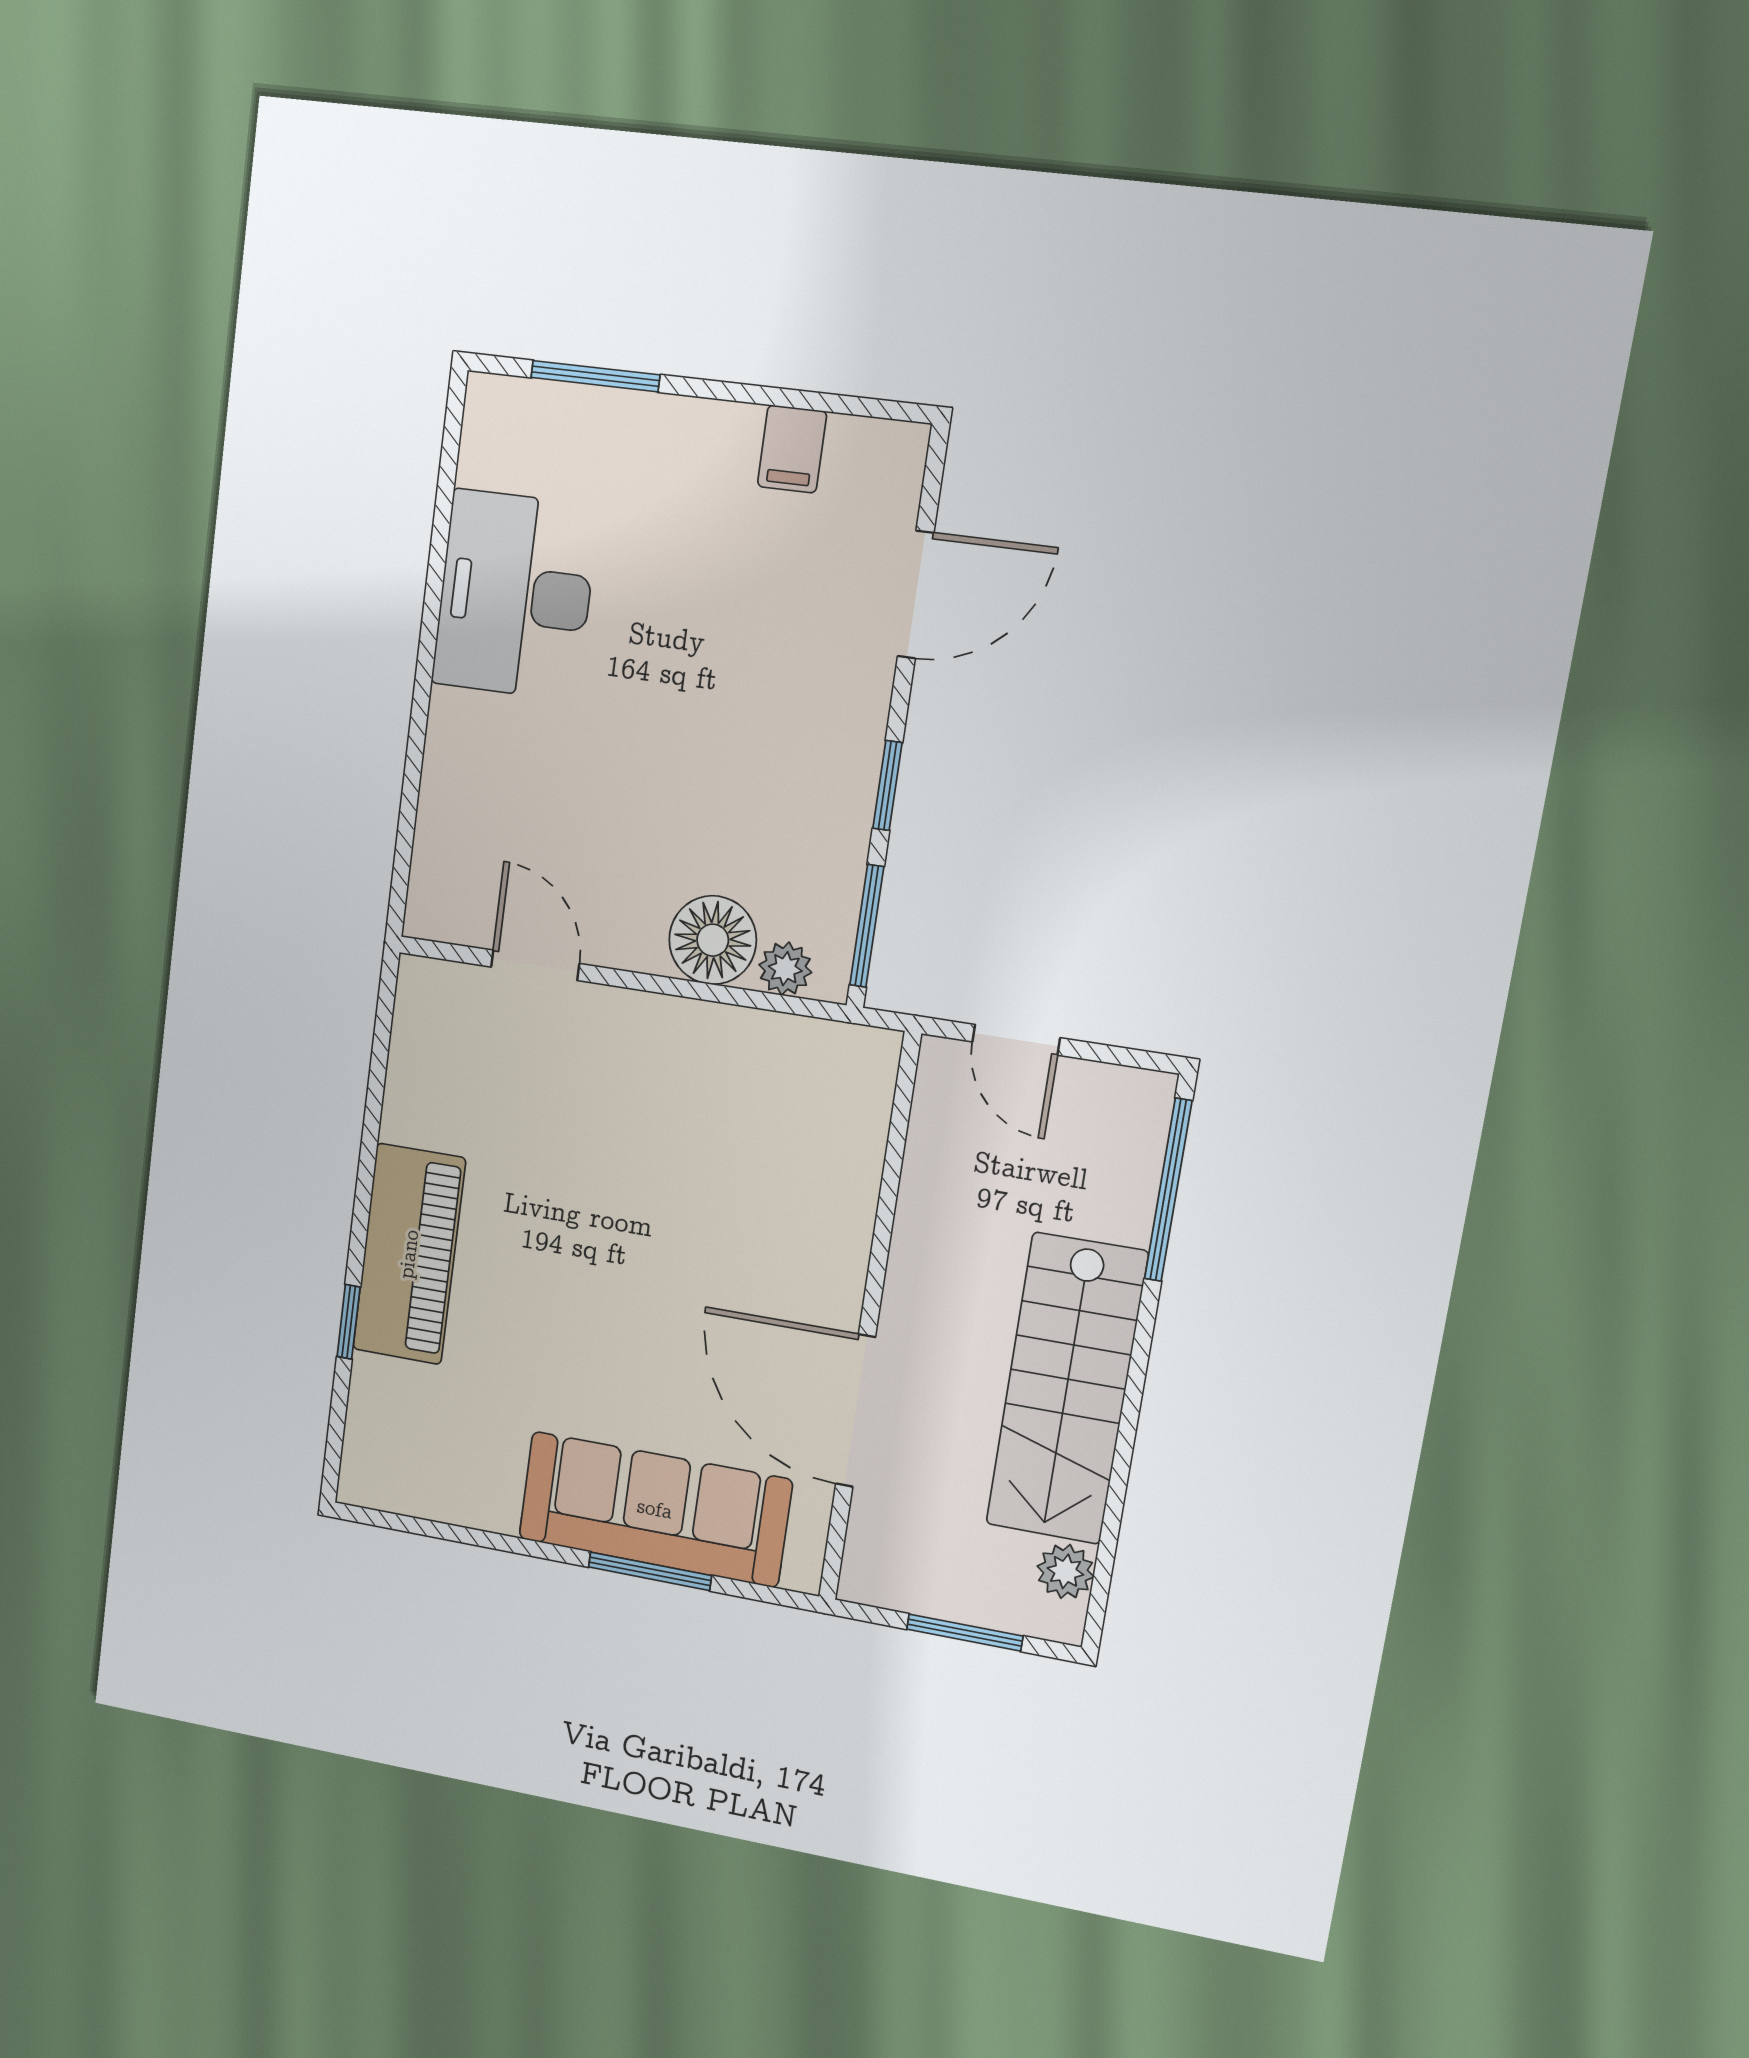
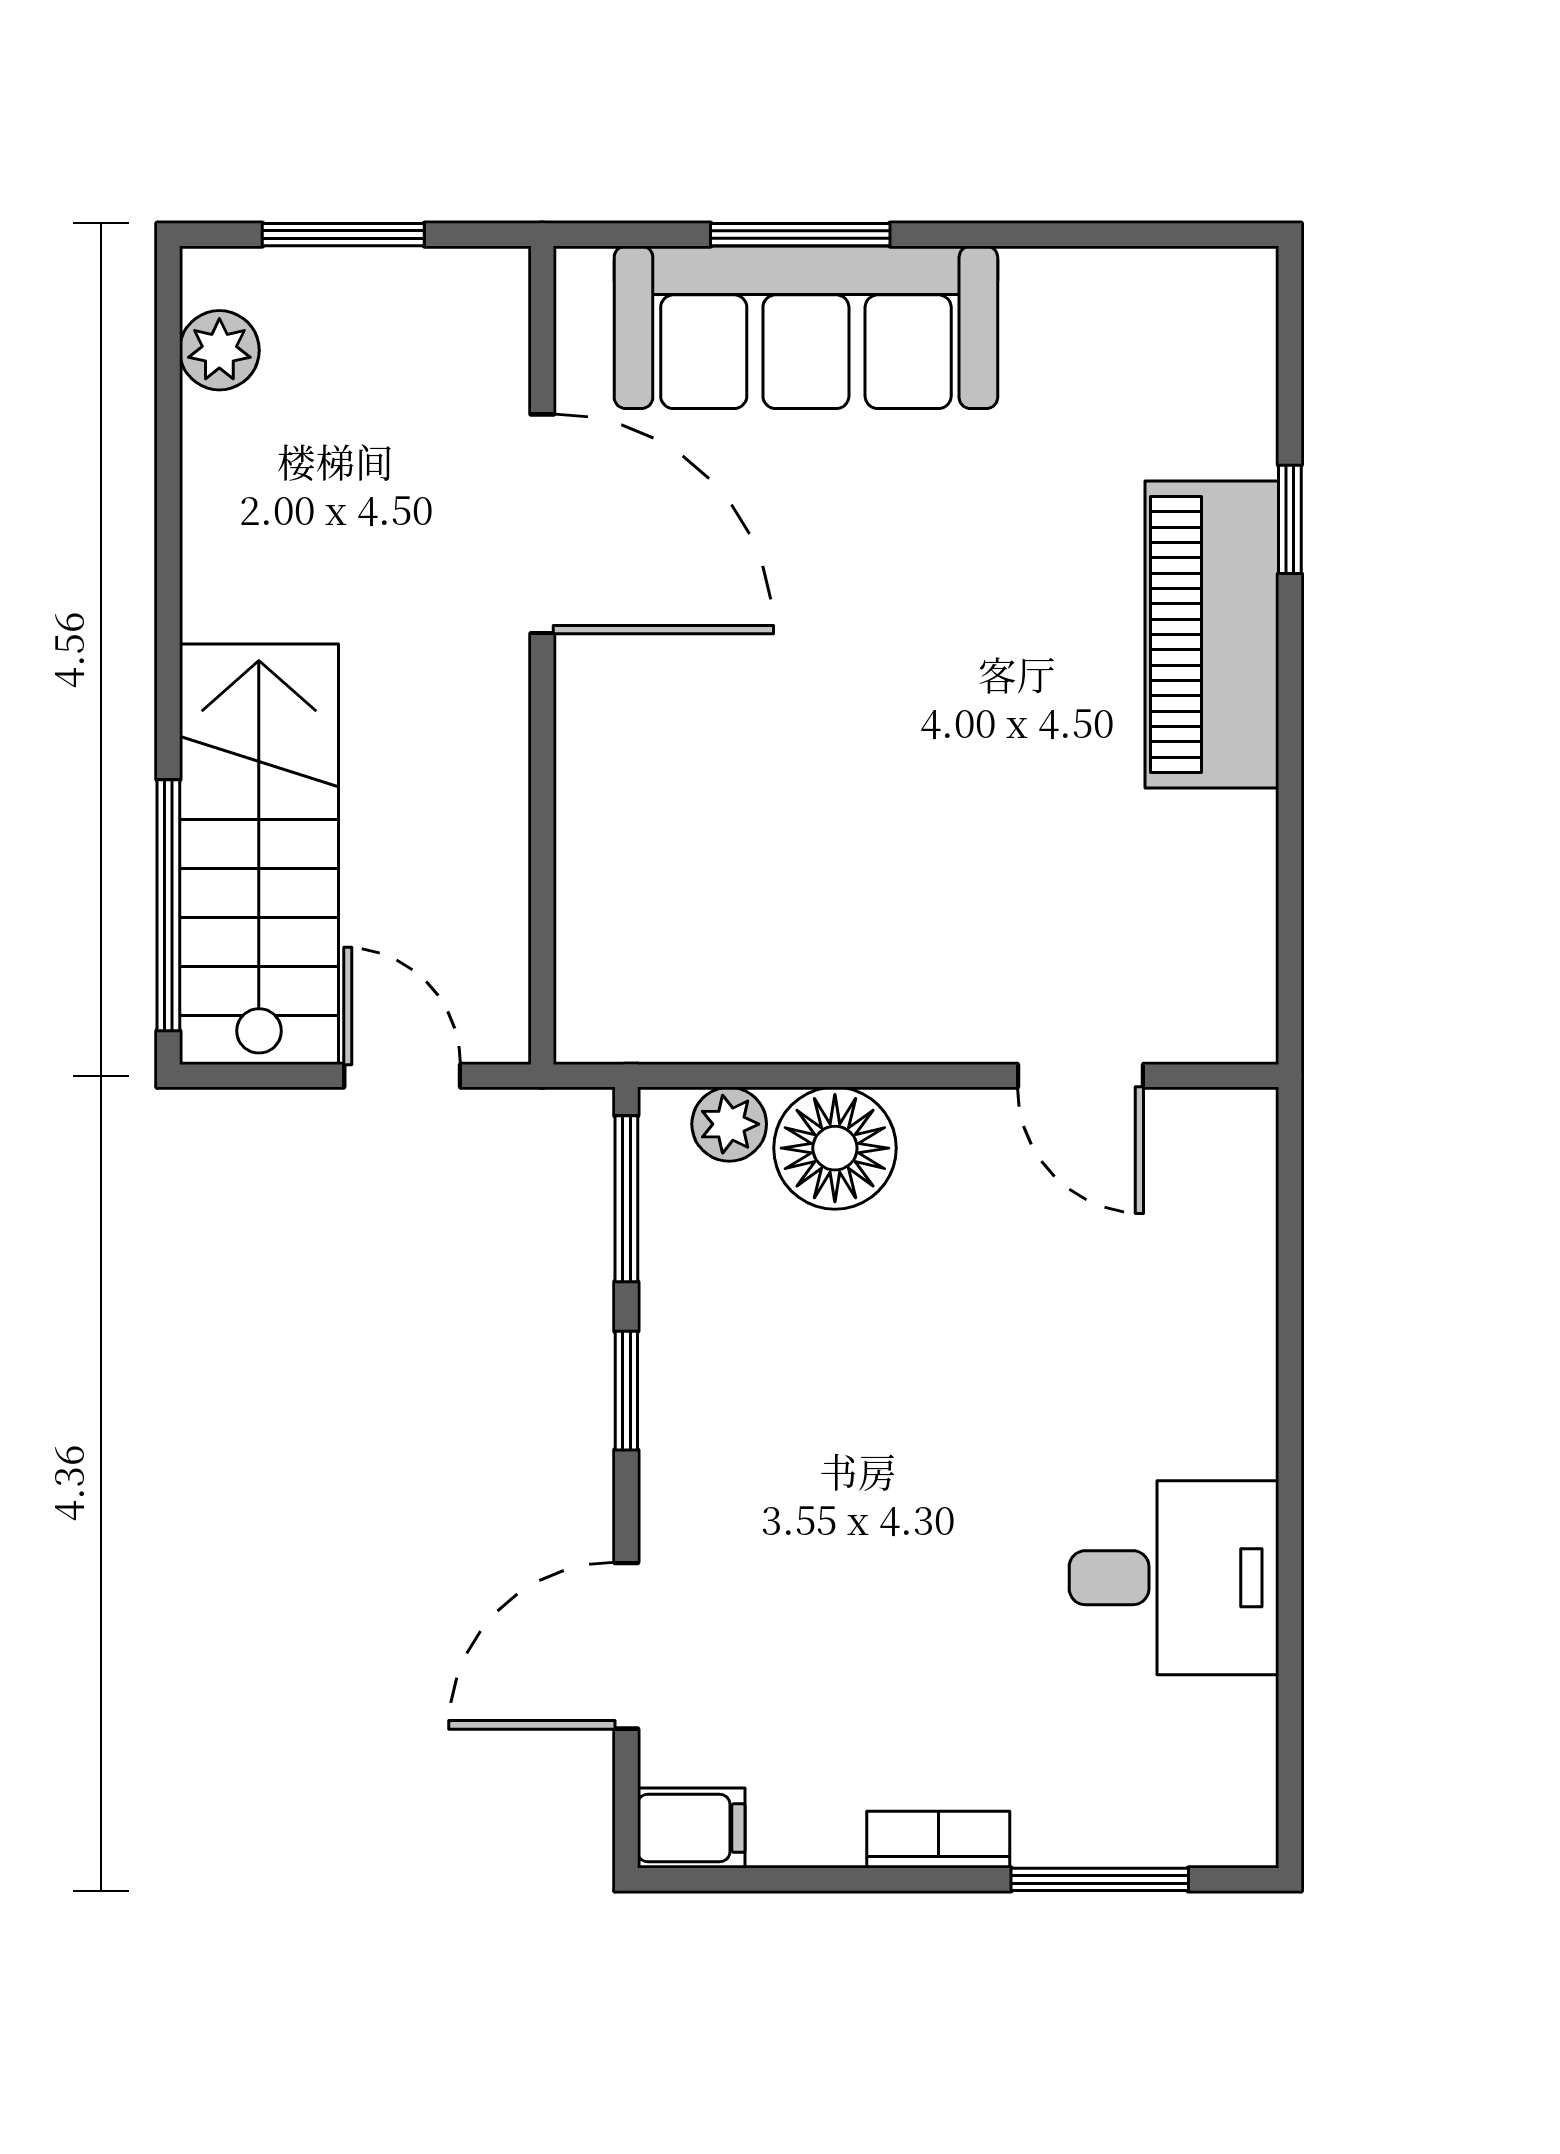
bookcase: (708, 420) -> (938, 1840), added
filing cabinet: (792, 449) -> (691, 1828), moved, turned 90
desk: (515, 595) -> (1174, 1578), width x0.73
stairs: (1067, 1389) -> (259, 854), moved

